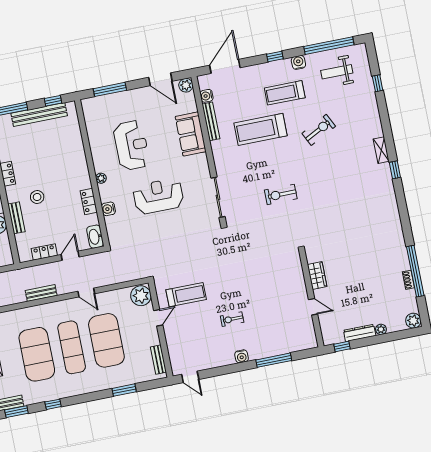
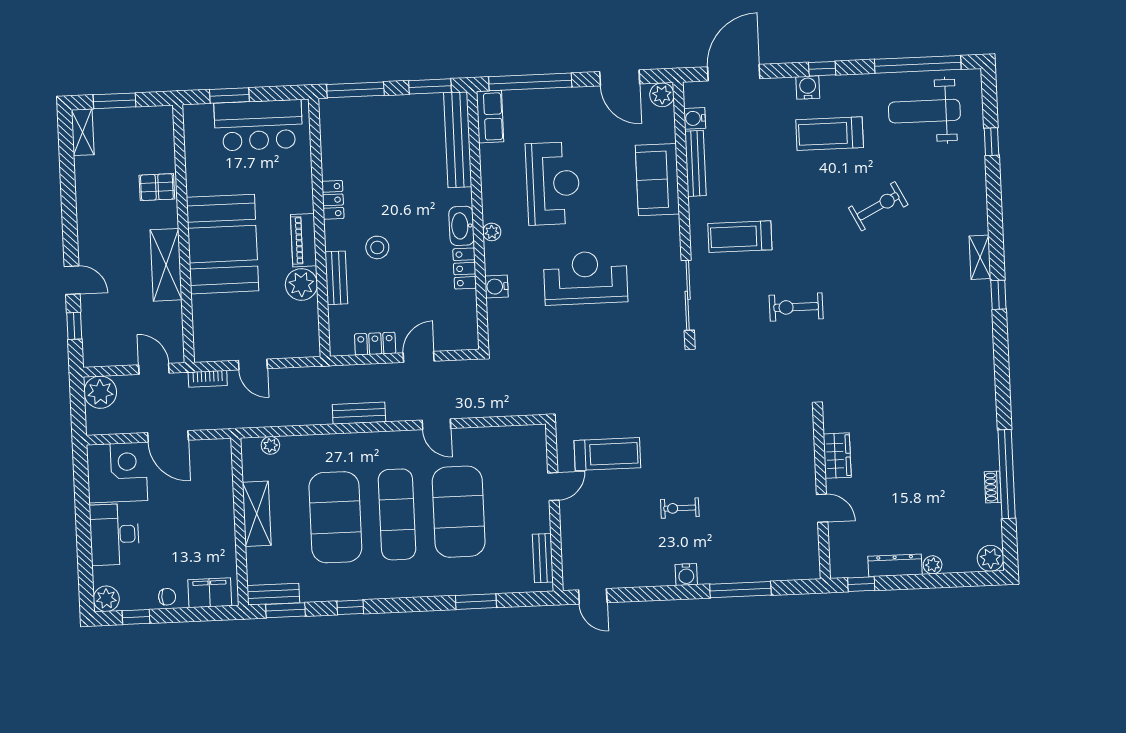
water cooler: (298, 62) -> (808, 88), moved
weight bench: (337, 72) -> (924, 111), width x1.36, depth x1.33
window: (110, 89) -> (530, 82), width x1.46
window: (53, 101) -> (430, 86), width x1.50
row of seats: (90, 113) -> (490, 117), added
bench: (39, 114) -> (458, 140), moved, turned 90
treadmill: (261, 129) -> (740, 237), moved, width x0.73, depth x0.73
washbasin: (95, 237) -> (462, 226), moved
plant: (141, 296) -> (529, 444), removed

